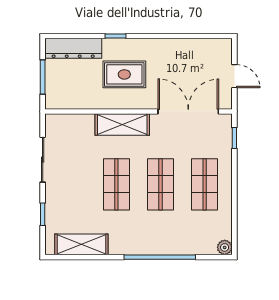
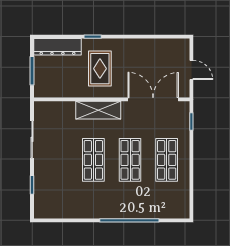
rug: (124, 74) -> (100, 69), turned 90
shelving: (81, 244) -> (64, 210), removed
plant: (225, 247) -> (183, 212), removed

